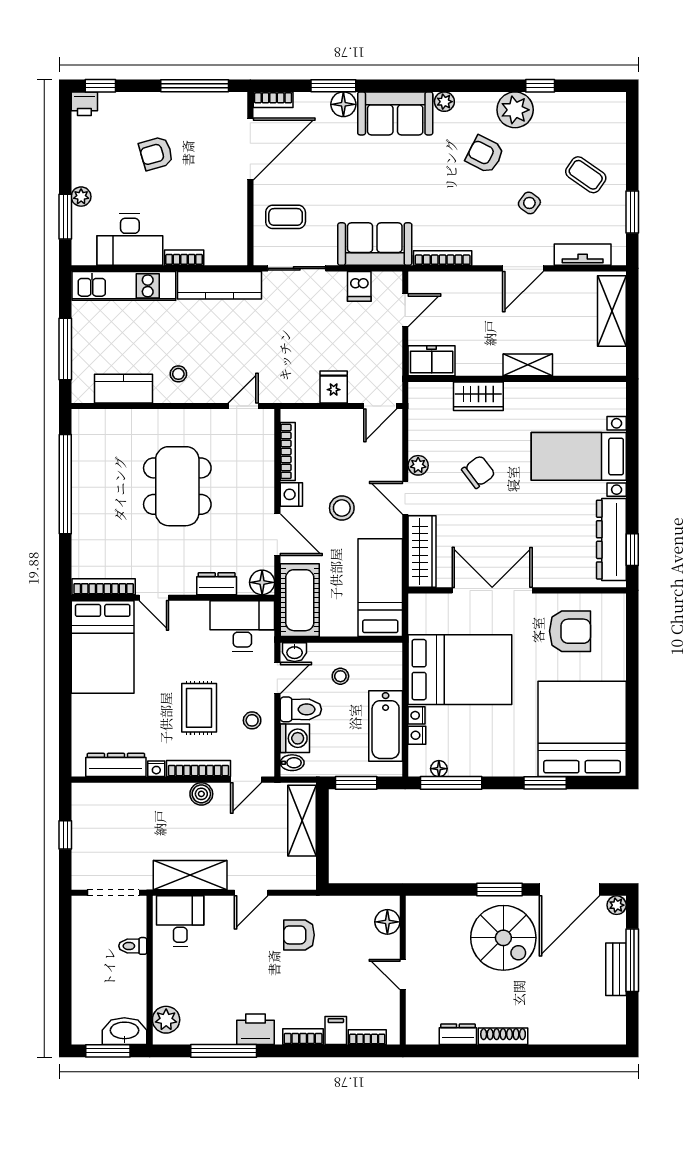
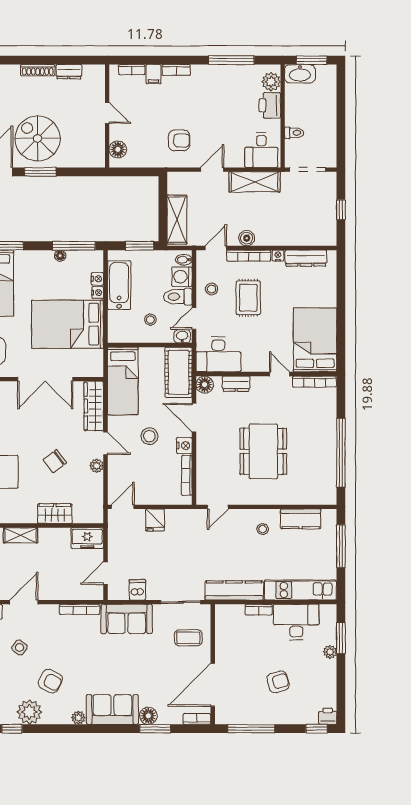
floor lamp: (439, 769) -> (60, 256), moved
printer: (256, 1029) -> (270, 105), moved, turned 90

